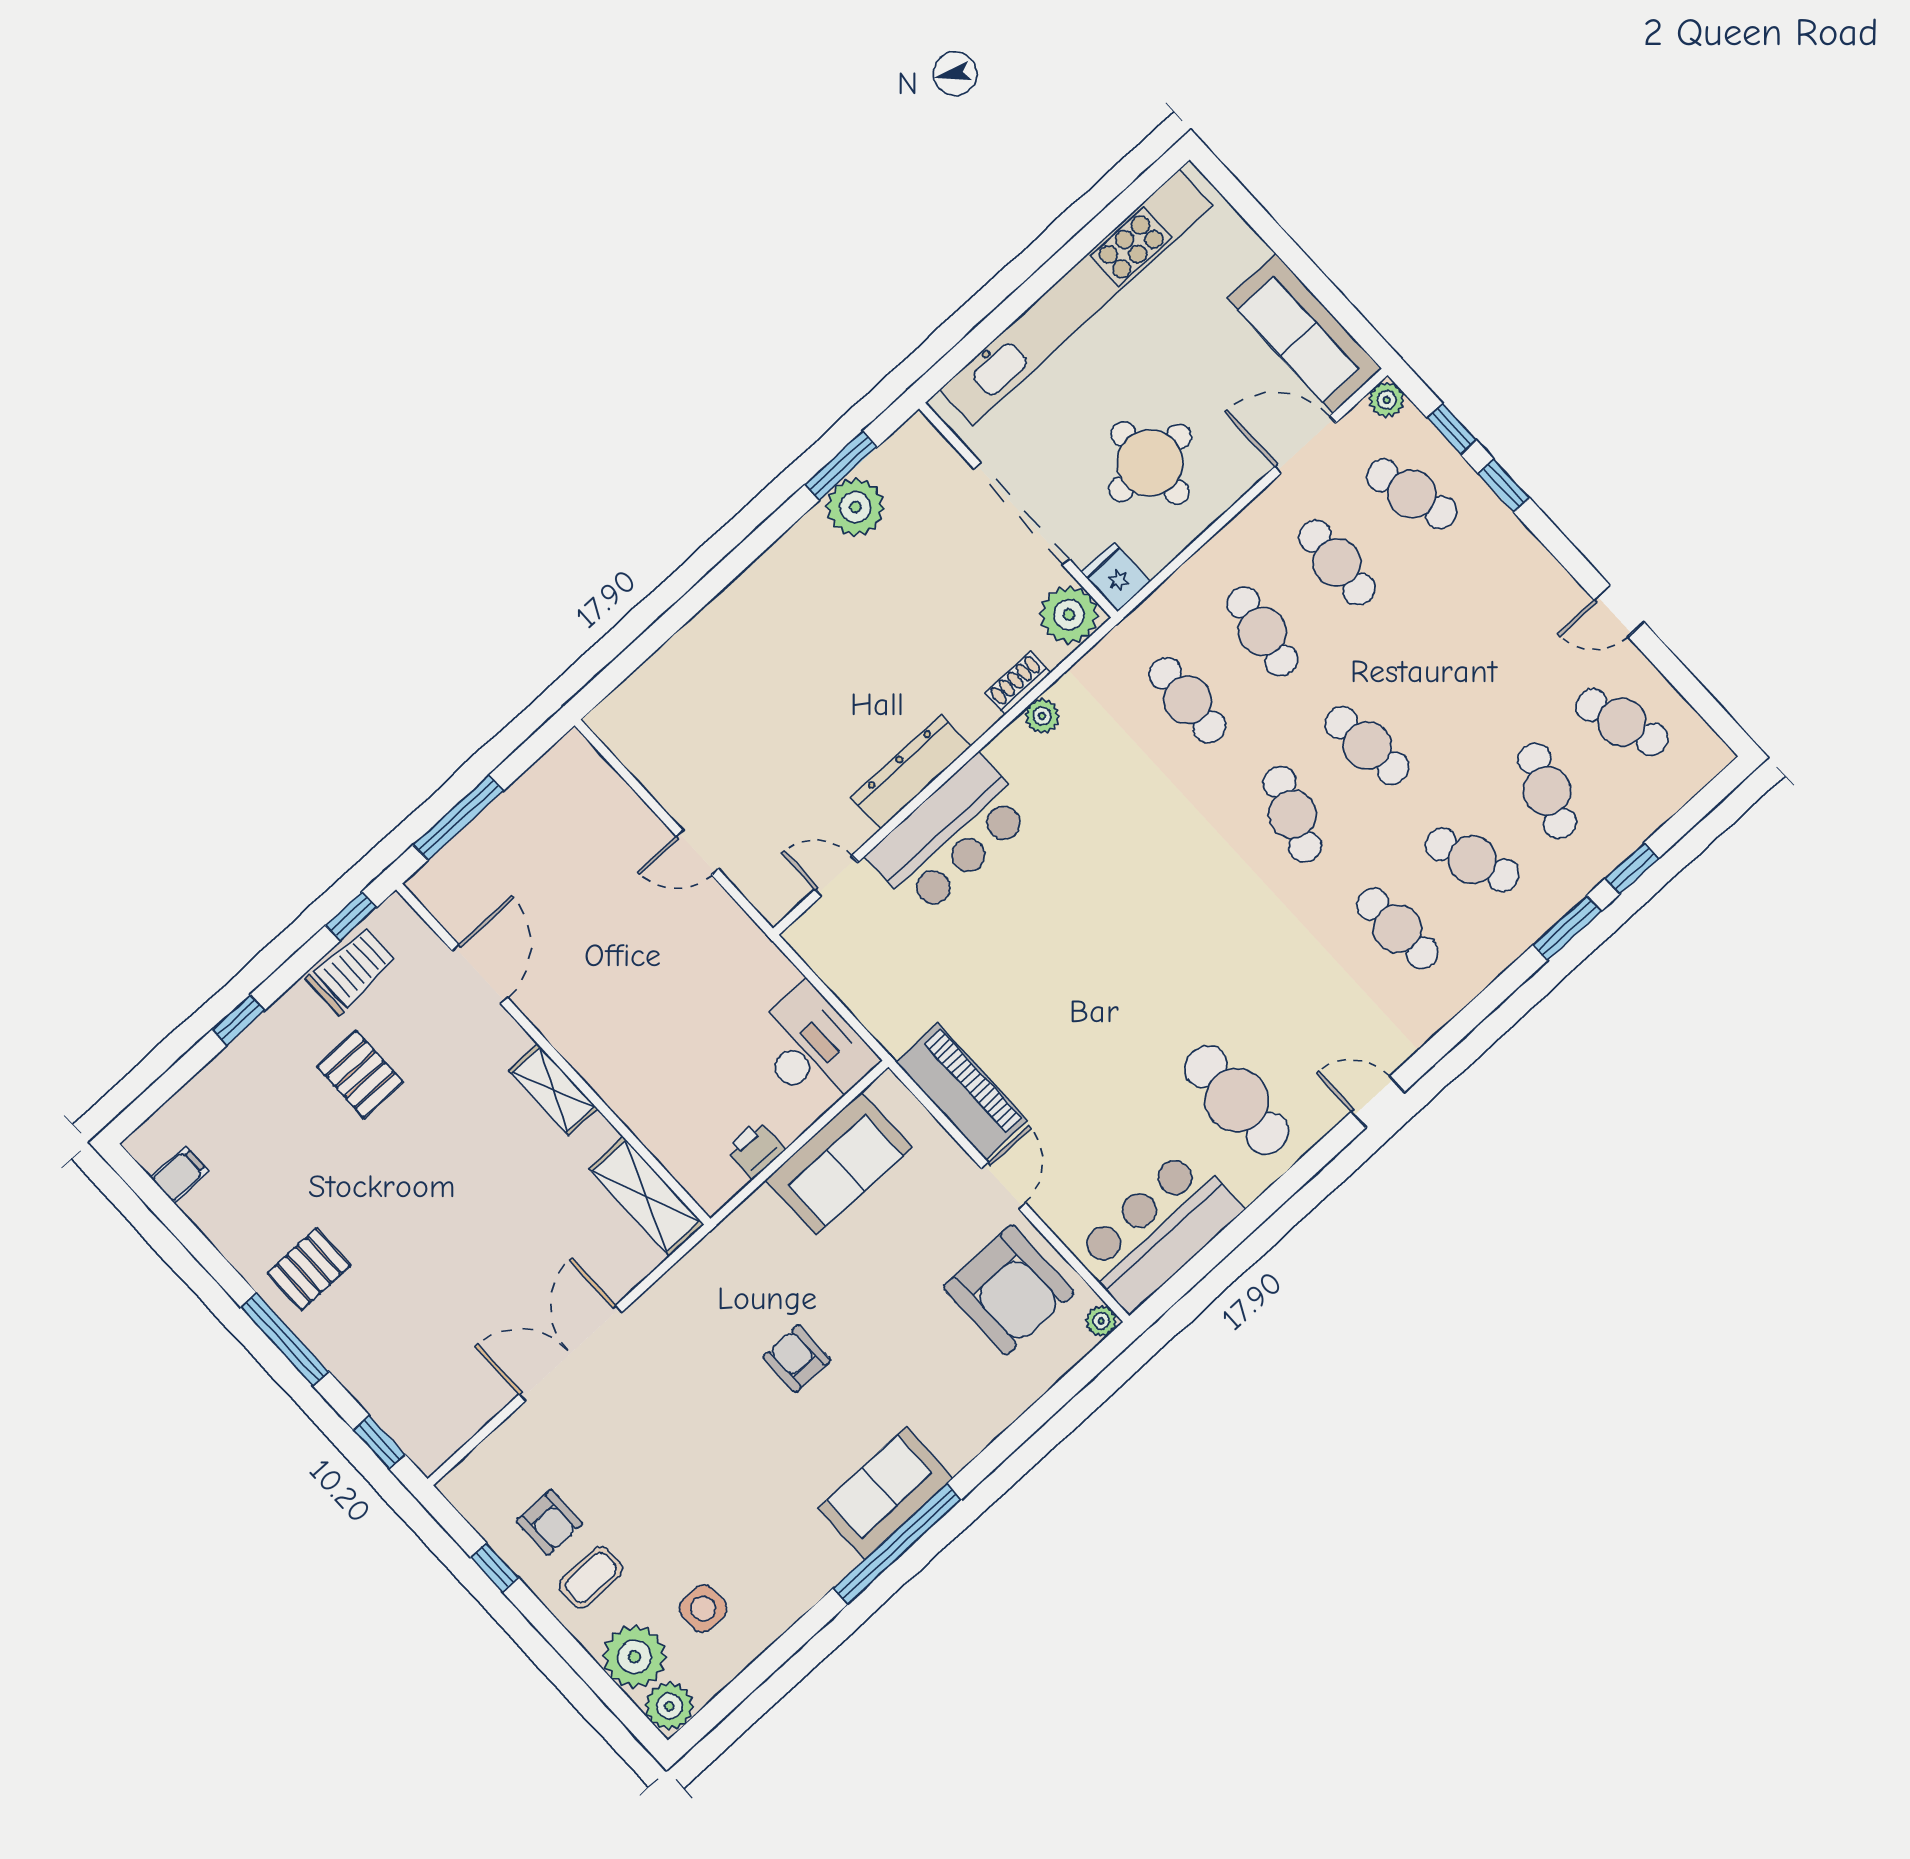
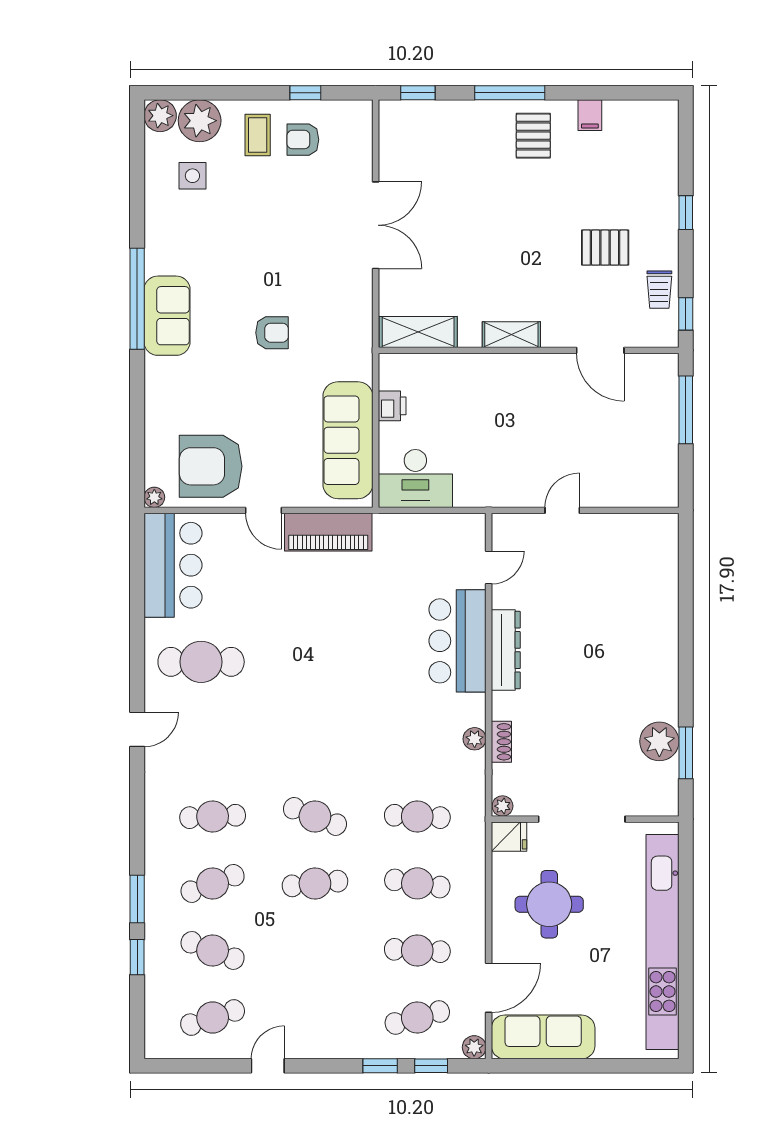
plant: (1069, 615) -> (503, 806), width x0.53, depth x0.53
trolley: (351, 971) -> (659, 290), width x0.73, depth x0.72
sofa: (839, 1164) -> (348, 440), width x1.36
filing cabinet: (180, 1175) -> (590, 115), moved

